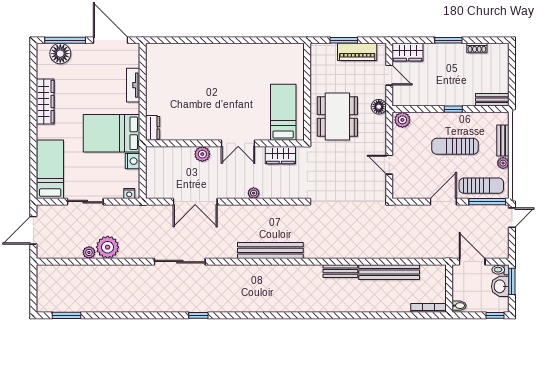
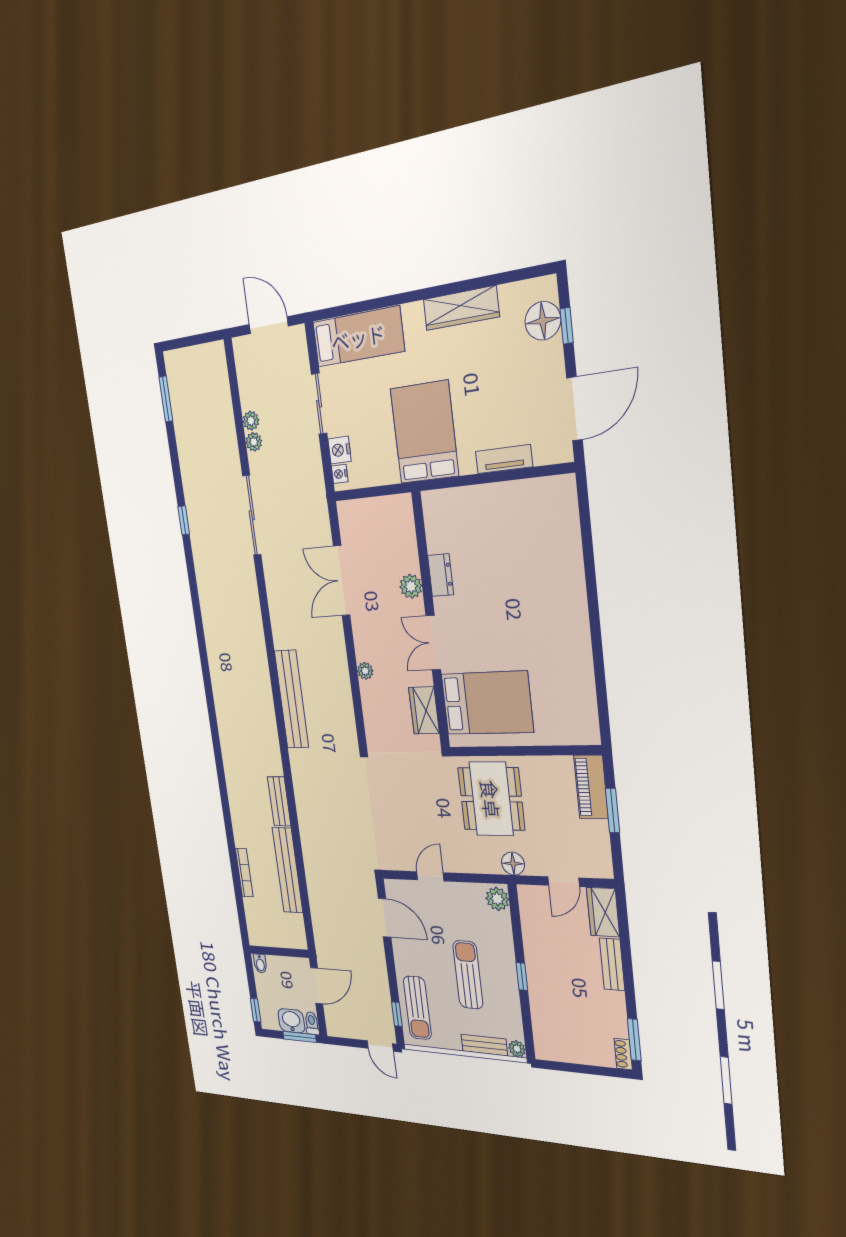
window: (65, 40) -> (567, 326), width x0.46
window: (448, 40) -> (634, 1040), moved
shoe rack: (477, 48) -> (623, 1054), moved
piano: (357, 52) -> (591, 787), moved
bench: (492, 100) -> (612, 964), moved
bed: (283, 112) -> (487, 703), width x1.50
dining table: (337, 116) -> (491, 799), turned 90
dresser: (153, 128) -> (441, 575), moved, turned -90
nightstand: (132, 161) -> (340, 450), moved, turned 90
plant: (503, 163) -> (517, 1049), moved
door: (443, 202) -> (385, 918), moved
window: (487, 202) -> (397, 1014), width x0.46
plant: (108, 247) -> (254, 442), width x0.53, depth x0.53
sliding door: (180, 262) -> (252, 515), moved
bookcase: (428, 308) -> (244, 873), moved
window: (198, 315) -> (184, 520), moved

